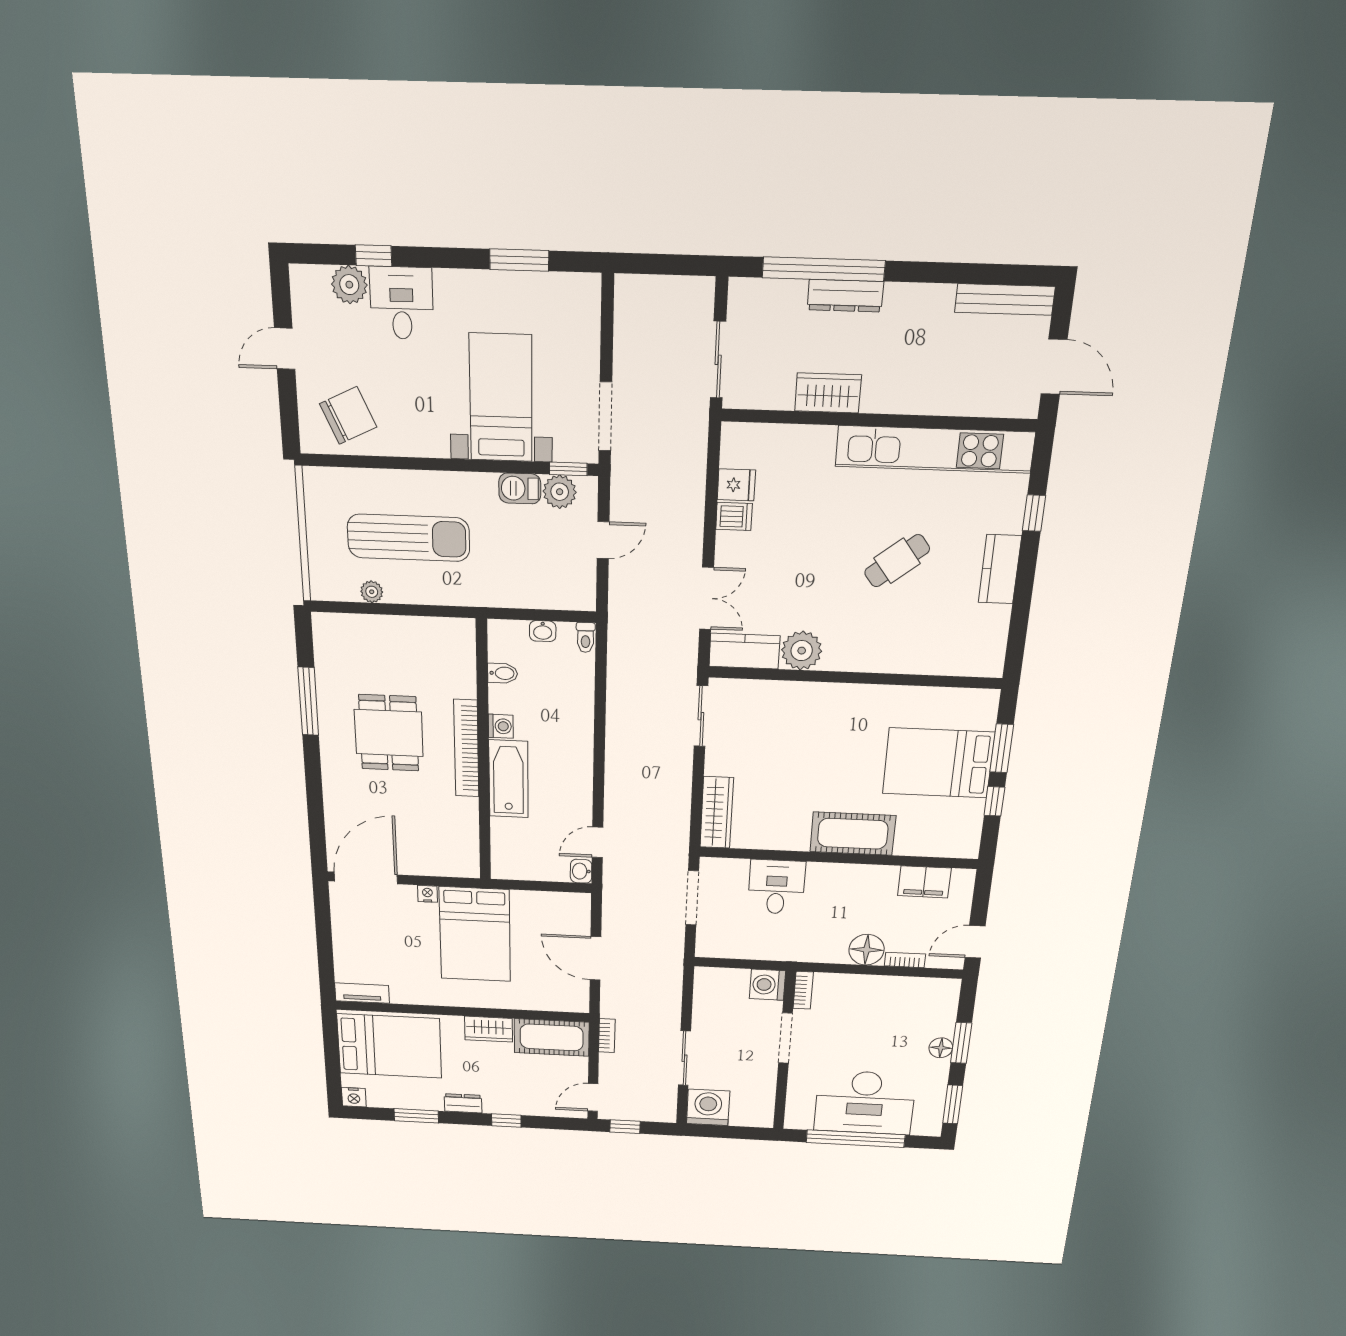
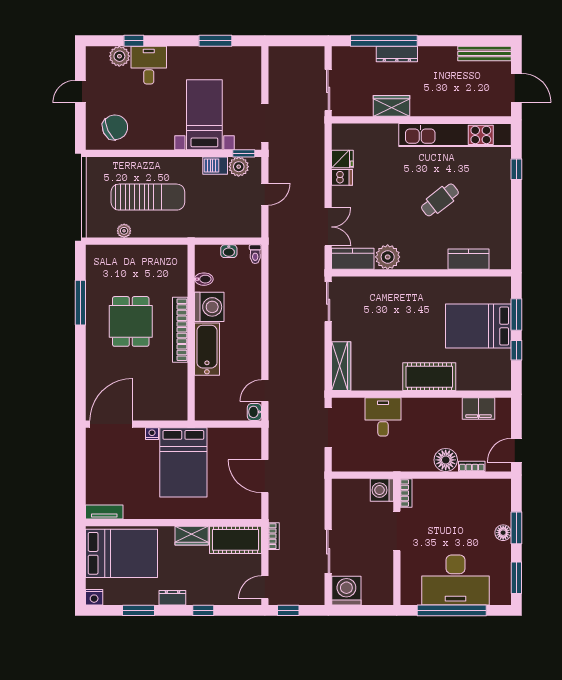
kitchen counter: (1000, 569) -> (468, 259), moved, turned 90
washing machine: (501, 726) -> (209, 307), width x1.89, depth x1.89

